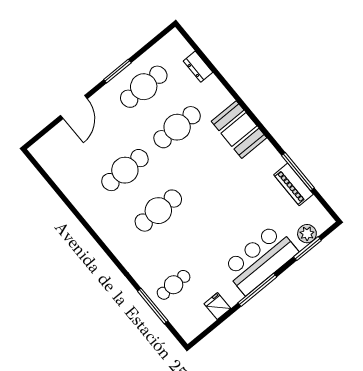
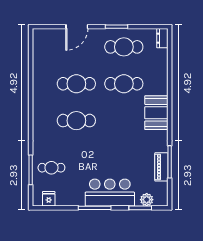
dresser: (198, 67) -> (162, 38), moved
fridge: (217, 306) -> (49, 199), moved

